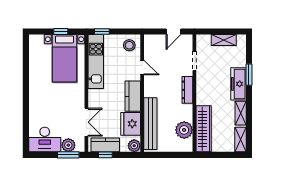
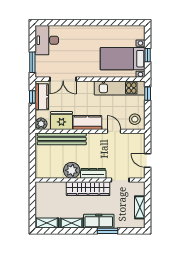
door: (142, 68) -> (114, 131), swing flipped
wardrobe: (204, 129) -> (88, 189), moved
plant: (184, 130) -> (72, 170), moved
plant: (68, 145) -> (42, 62), removed

